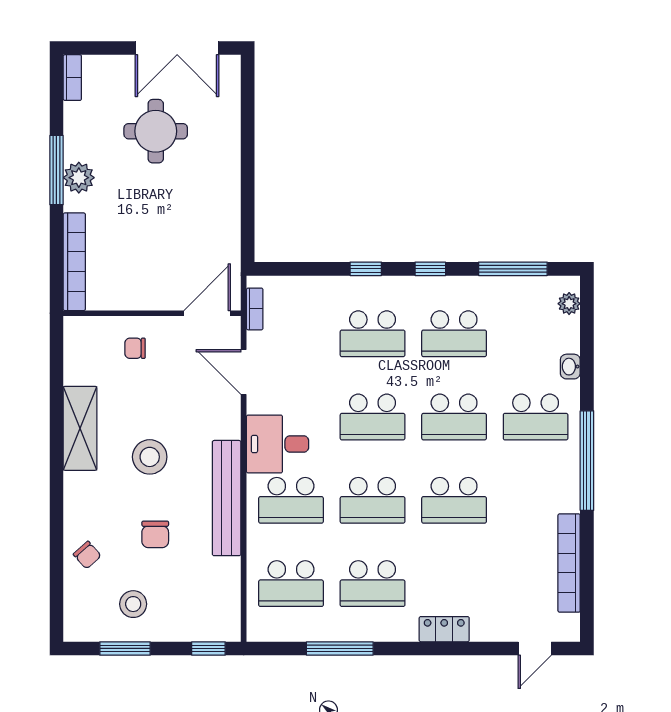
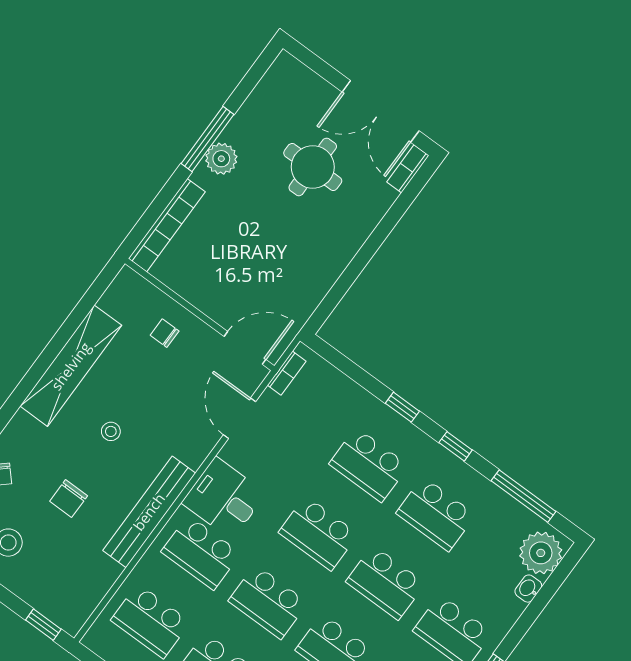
bookcase: (72, 78) -> (408, 169), moved, turned 180
plant: (569, 304) -> (541, 553), width x1.88, depth x1.88
washbasin: (570, 367) -> (528, 589), moved
shelving: (80, 428) -> (71, 366), width x1.47
stool: (150, 457) -> (111, 431), width x0.53, depth x0.53

